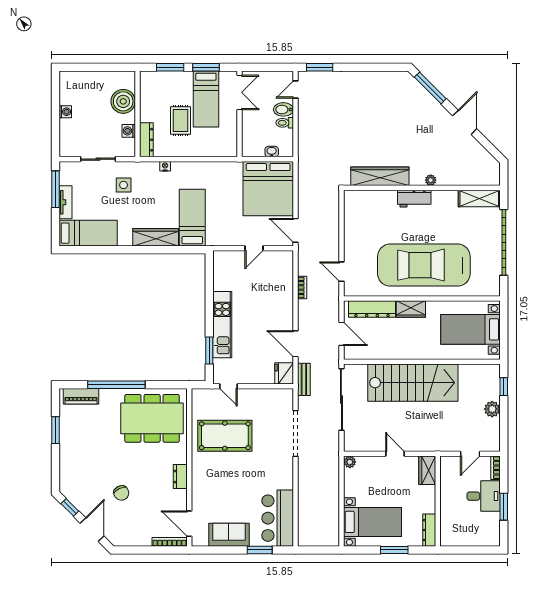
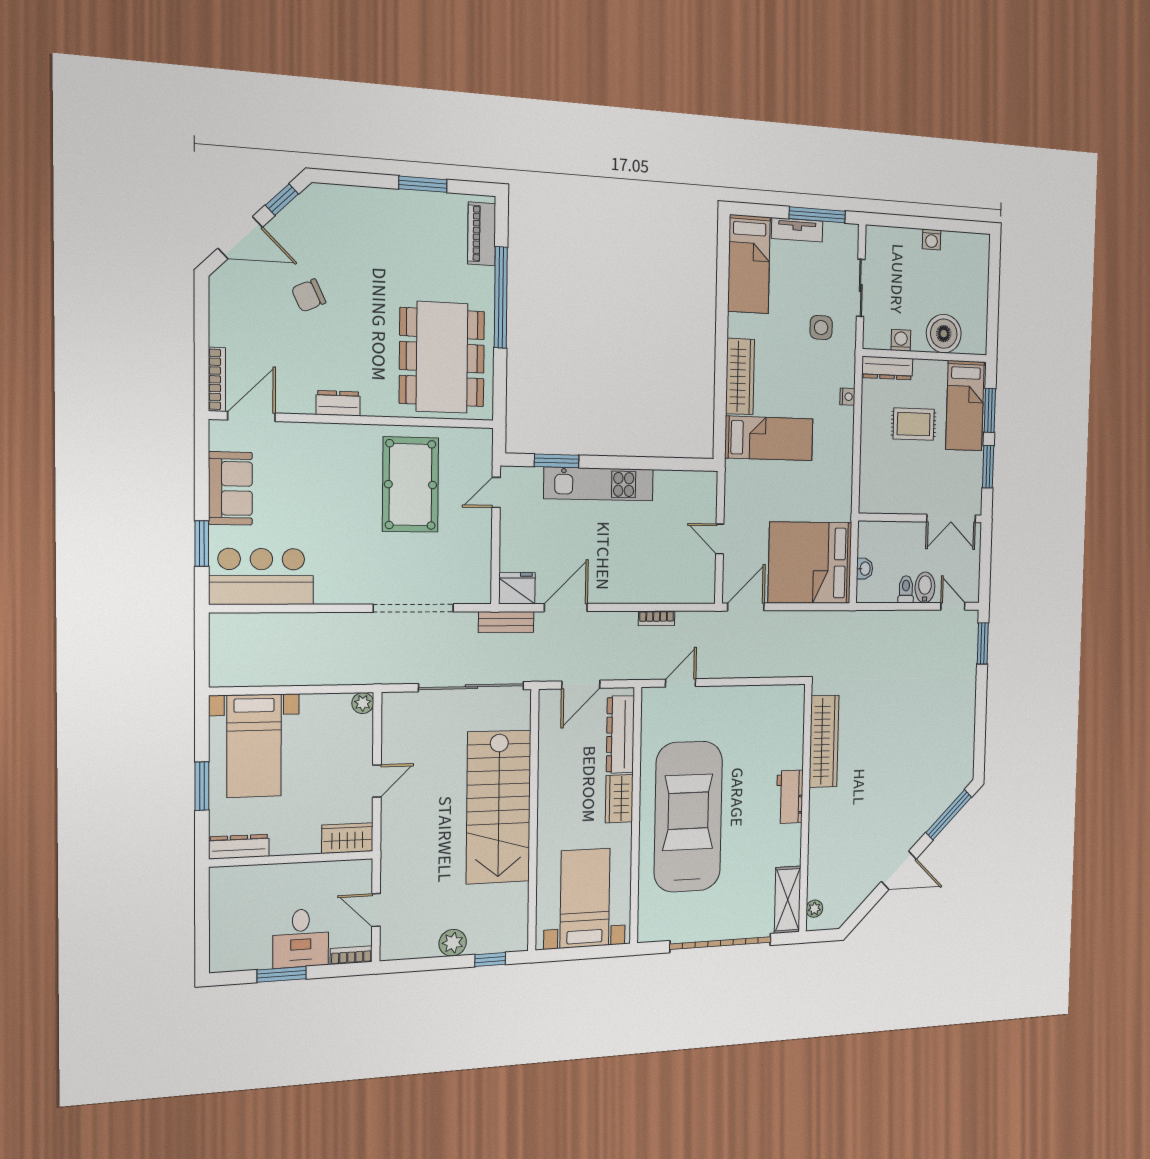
bed: (206, 99) -> (965, 406), moved, turned -90
plant: (431, 180) -> (814, 909), moved

